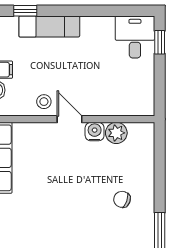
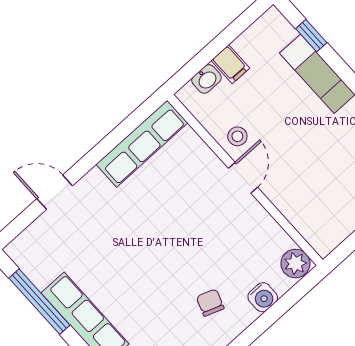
water cooler: (95, 132) -> (263, 297), moved, turned 90
plant: (116, 133) -> (295, 263), moved

